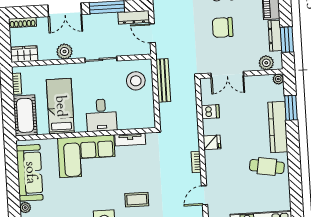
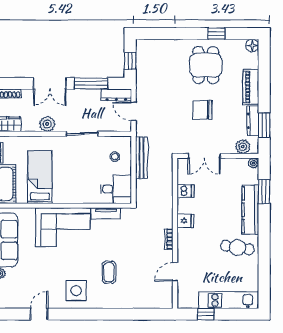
stool: (136, 81) -> (115, 157), width x0.53, depth x0.53
desk: (101, 115) -> (116, 189), moved, turned -90
coffee table: (137, 200) -> (109, 272), turned 90

